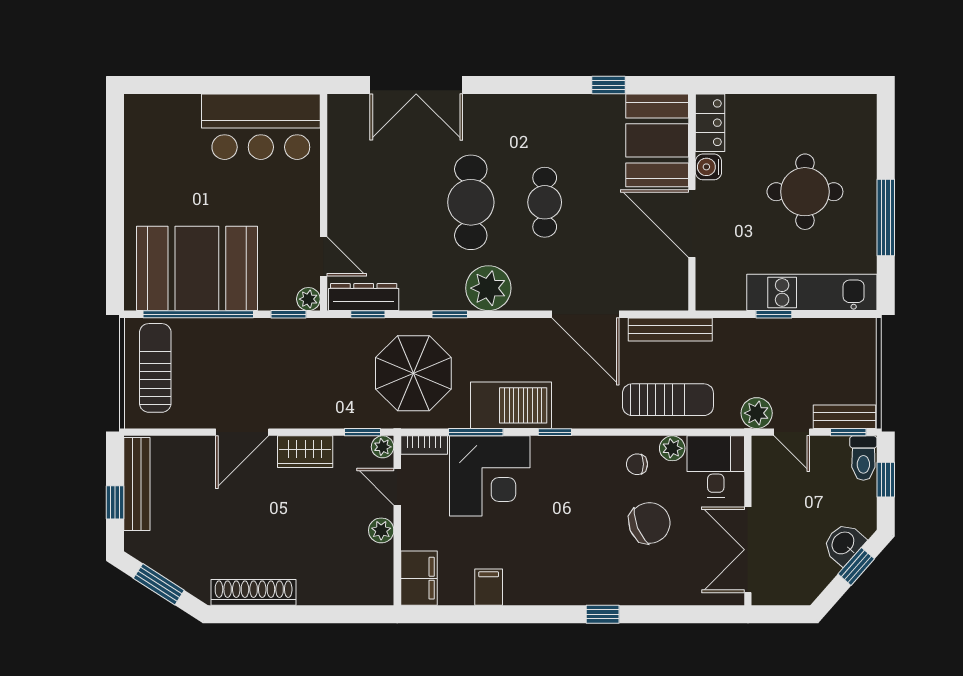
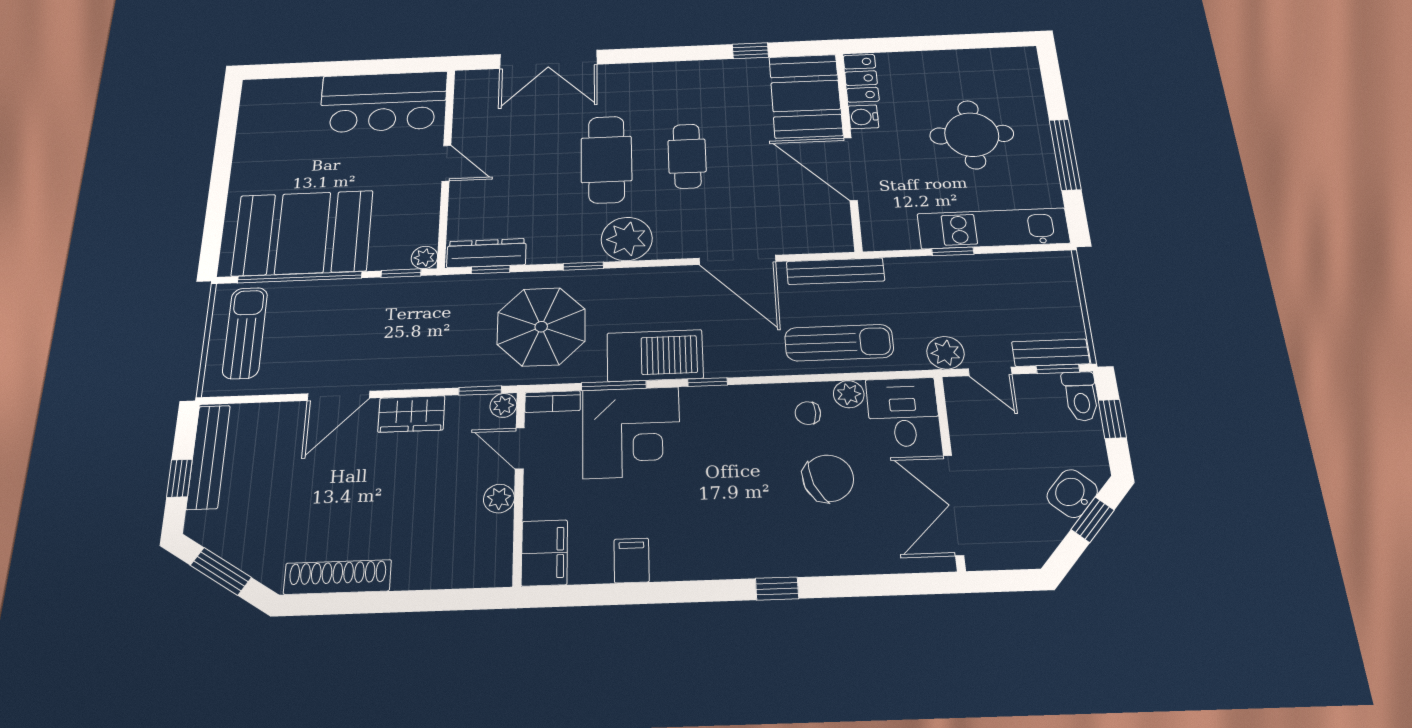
door: (324, 256) -> (446, 163), moved

